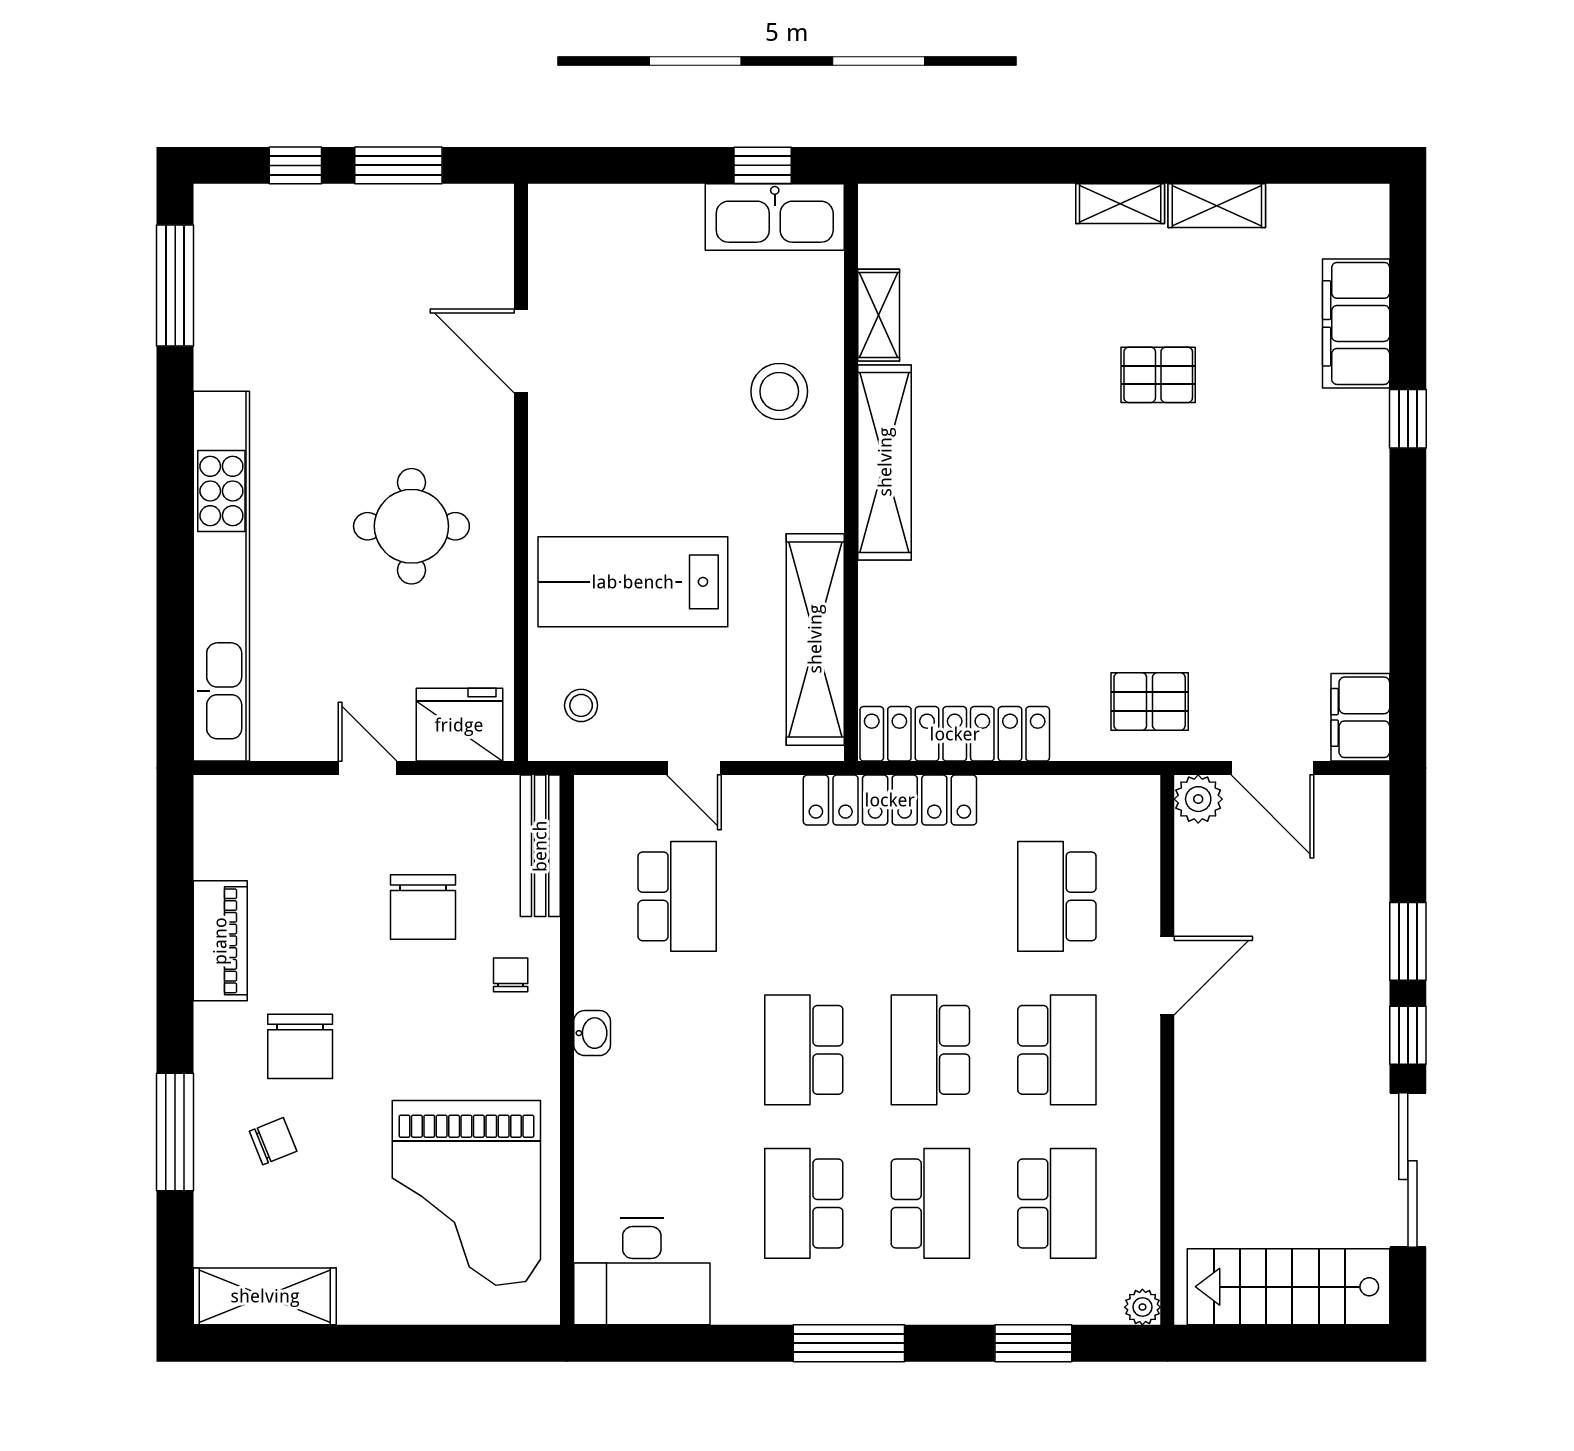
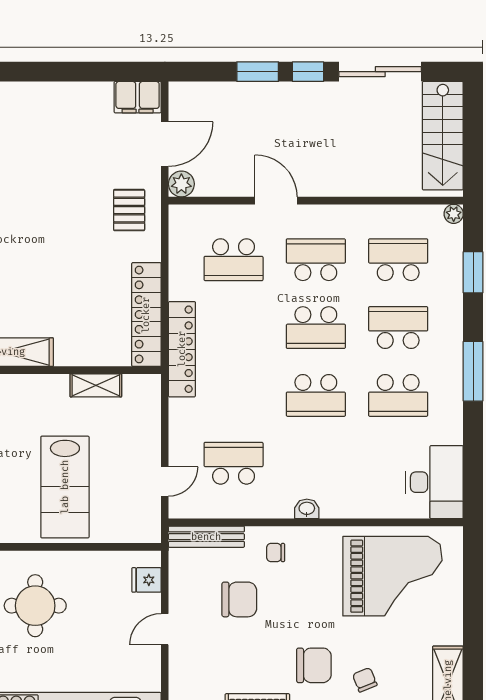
shelving: (815, 639) -> (96, 385), width x0.45, depth x0.75
stool: (581, 705) -> (131, 515), removed
fridge: (459, 725) -> (146, 580), width x0.53, depth x0.75
door: (694, 768) -> (165, 481), moved

